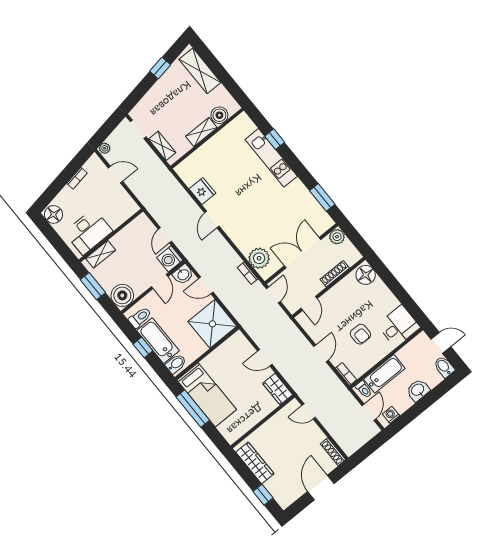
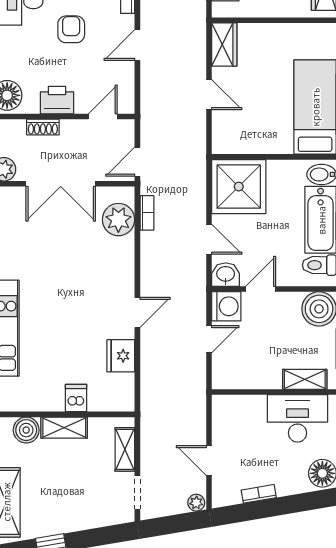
dishwasher: (207, 152) -> (76, 398), added
shoe rack: (335, 274) -> (43, 127), width x0.70
printer: (339, 293) -> (57, 100), added

